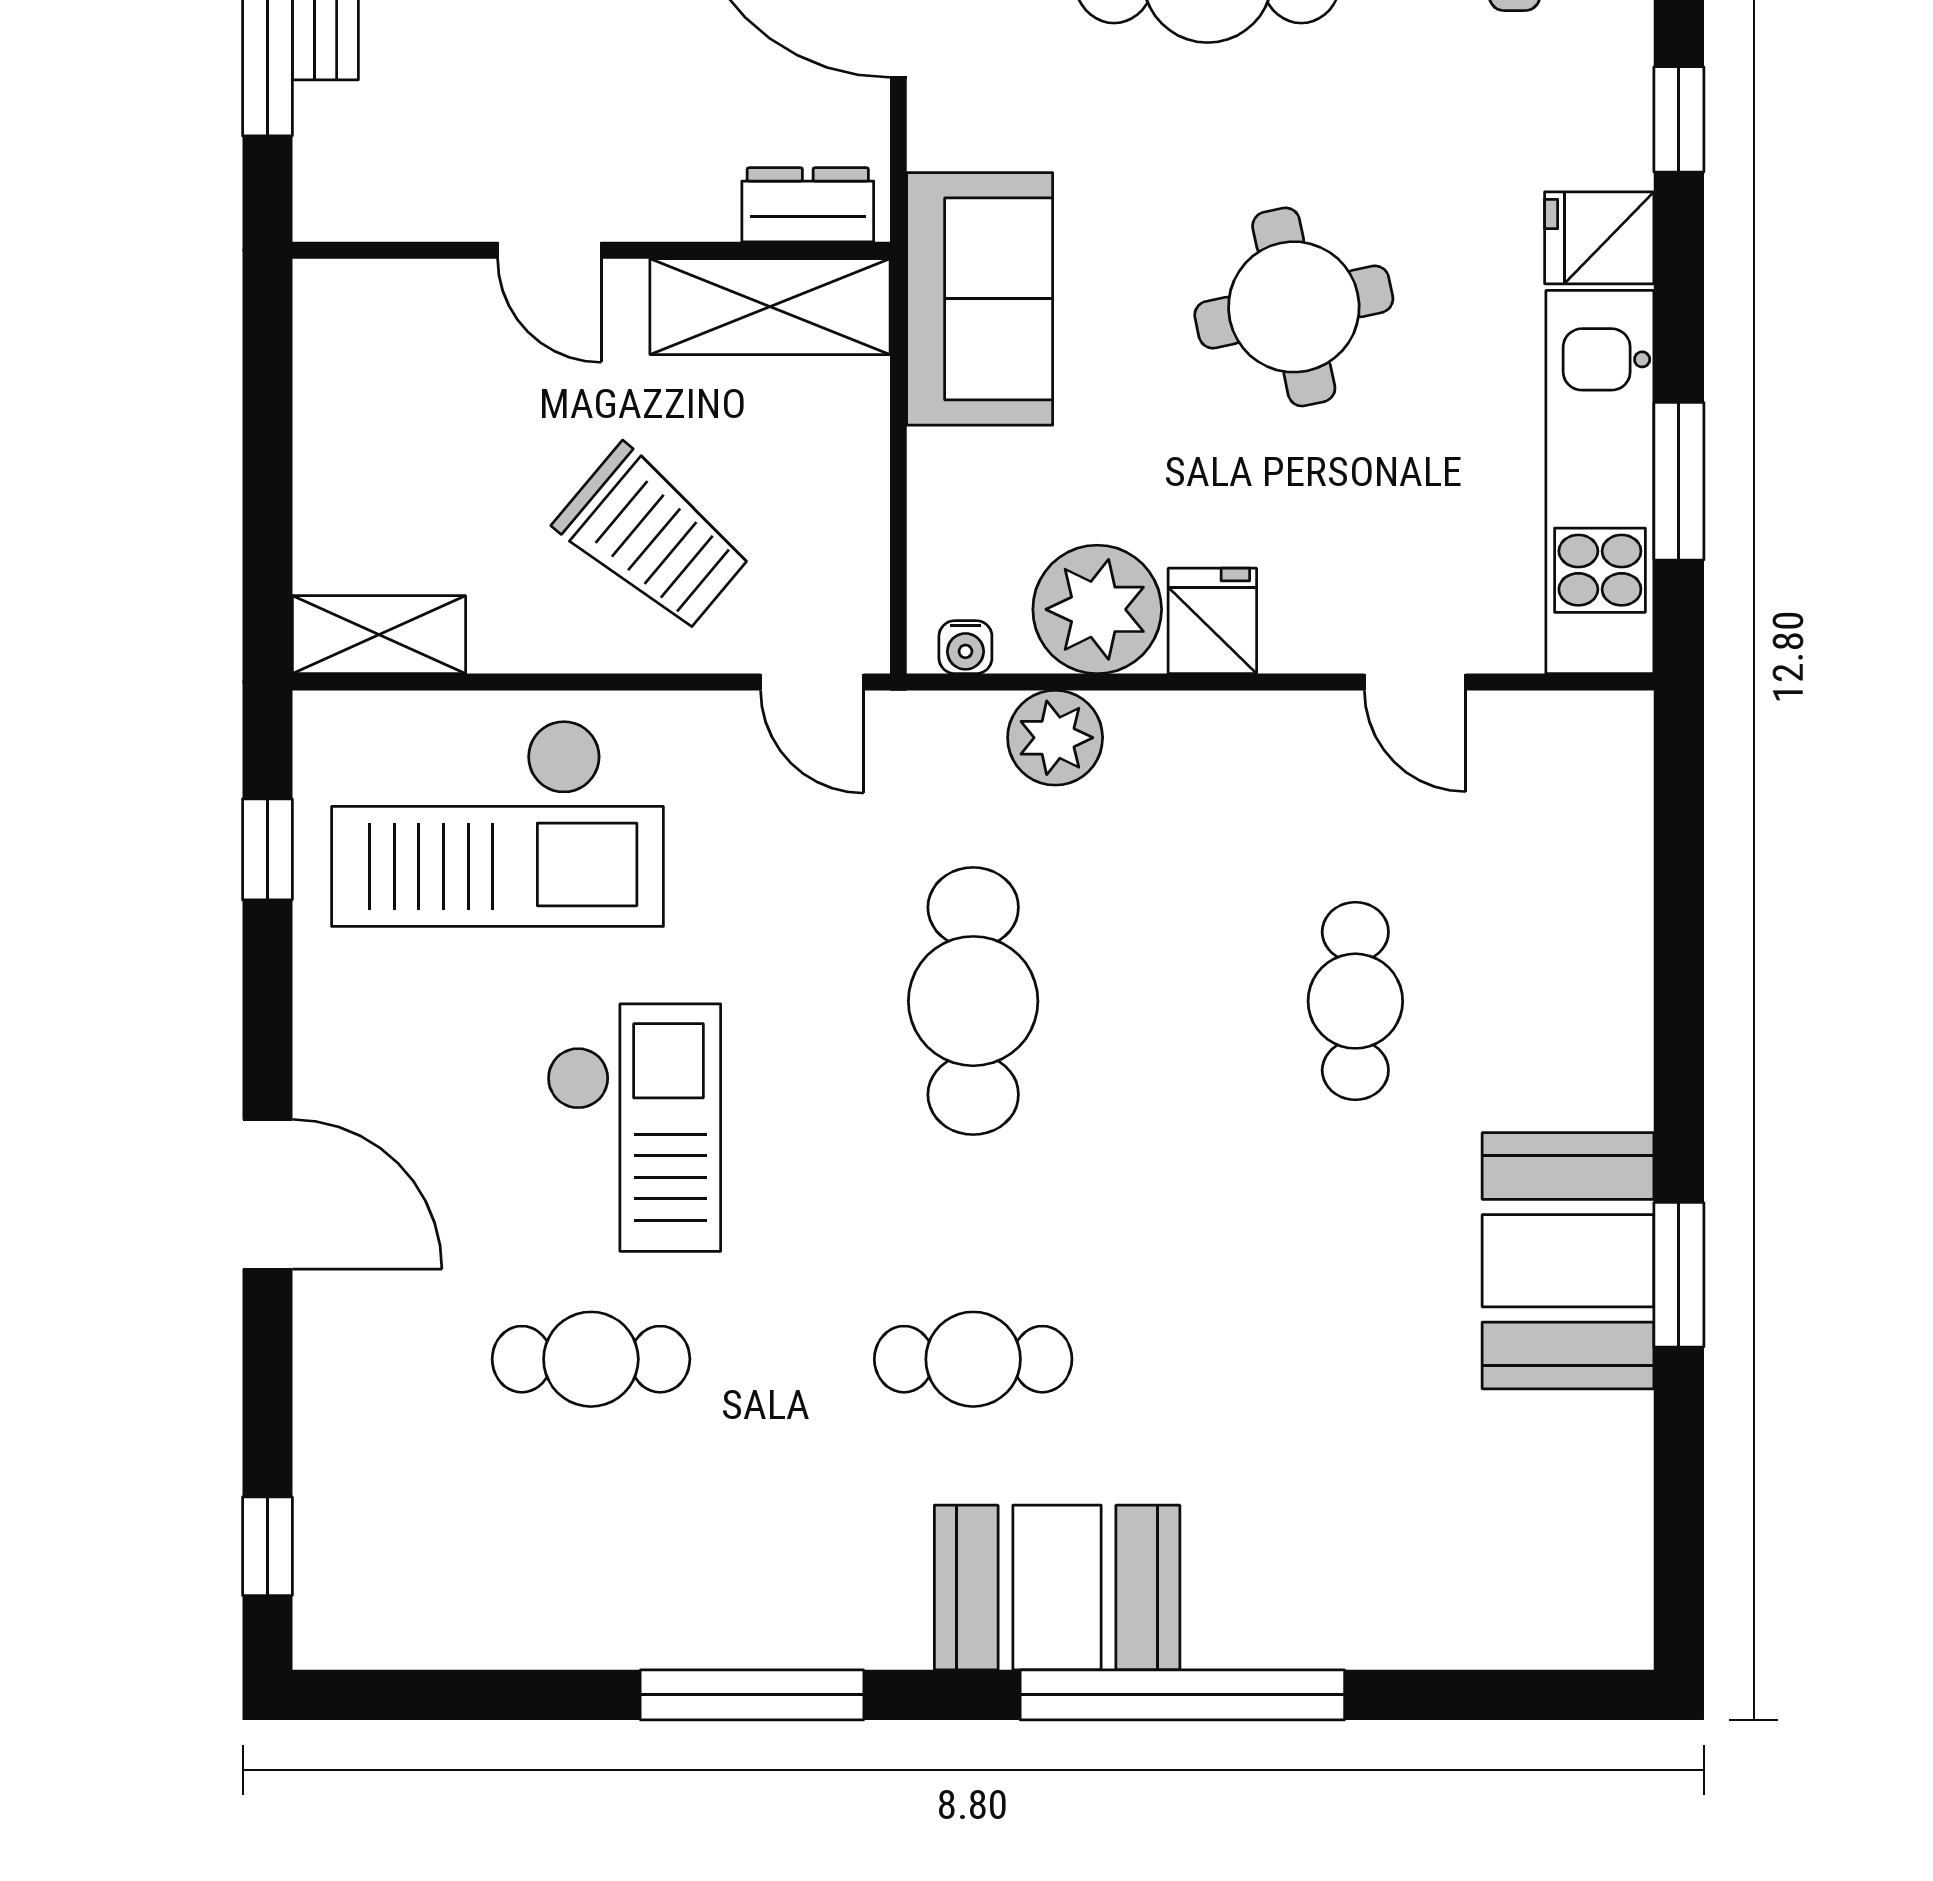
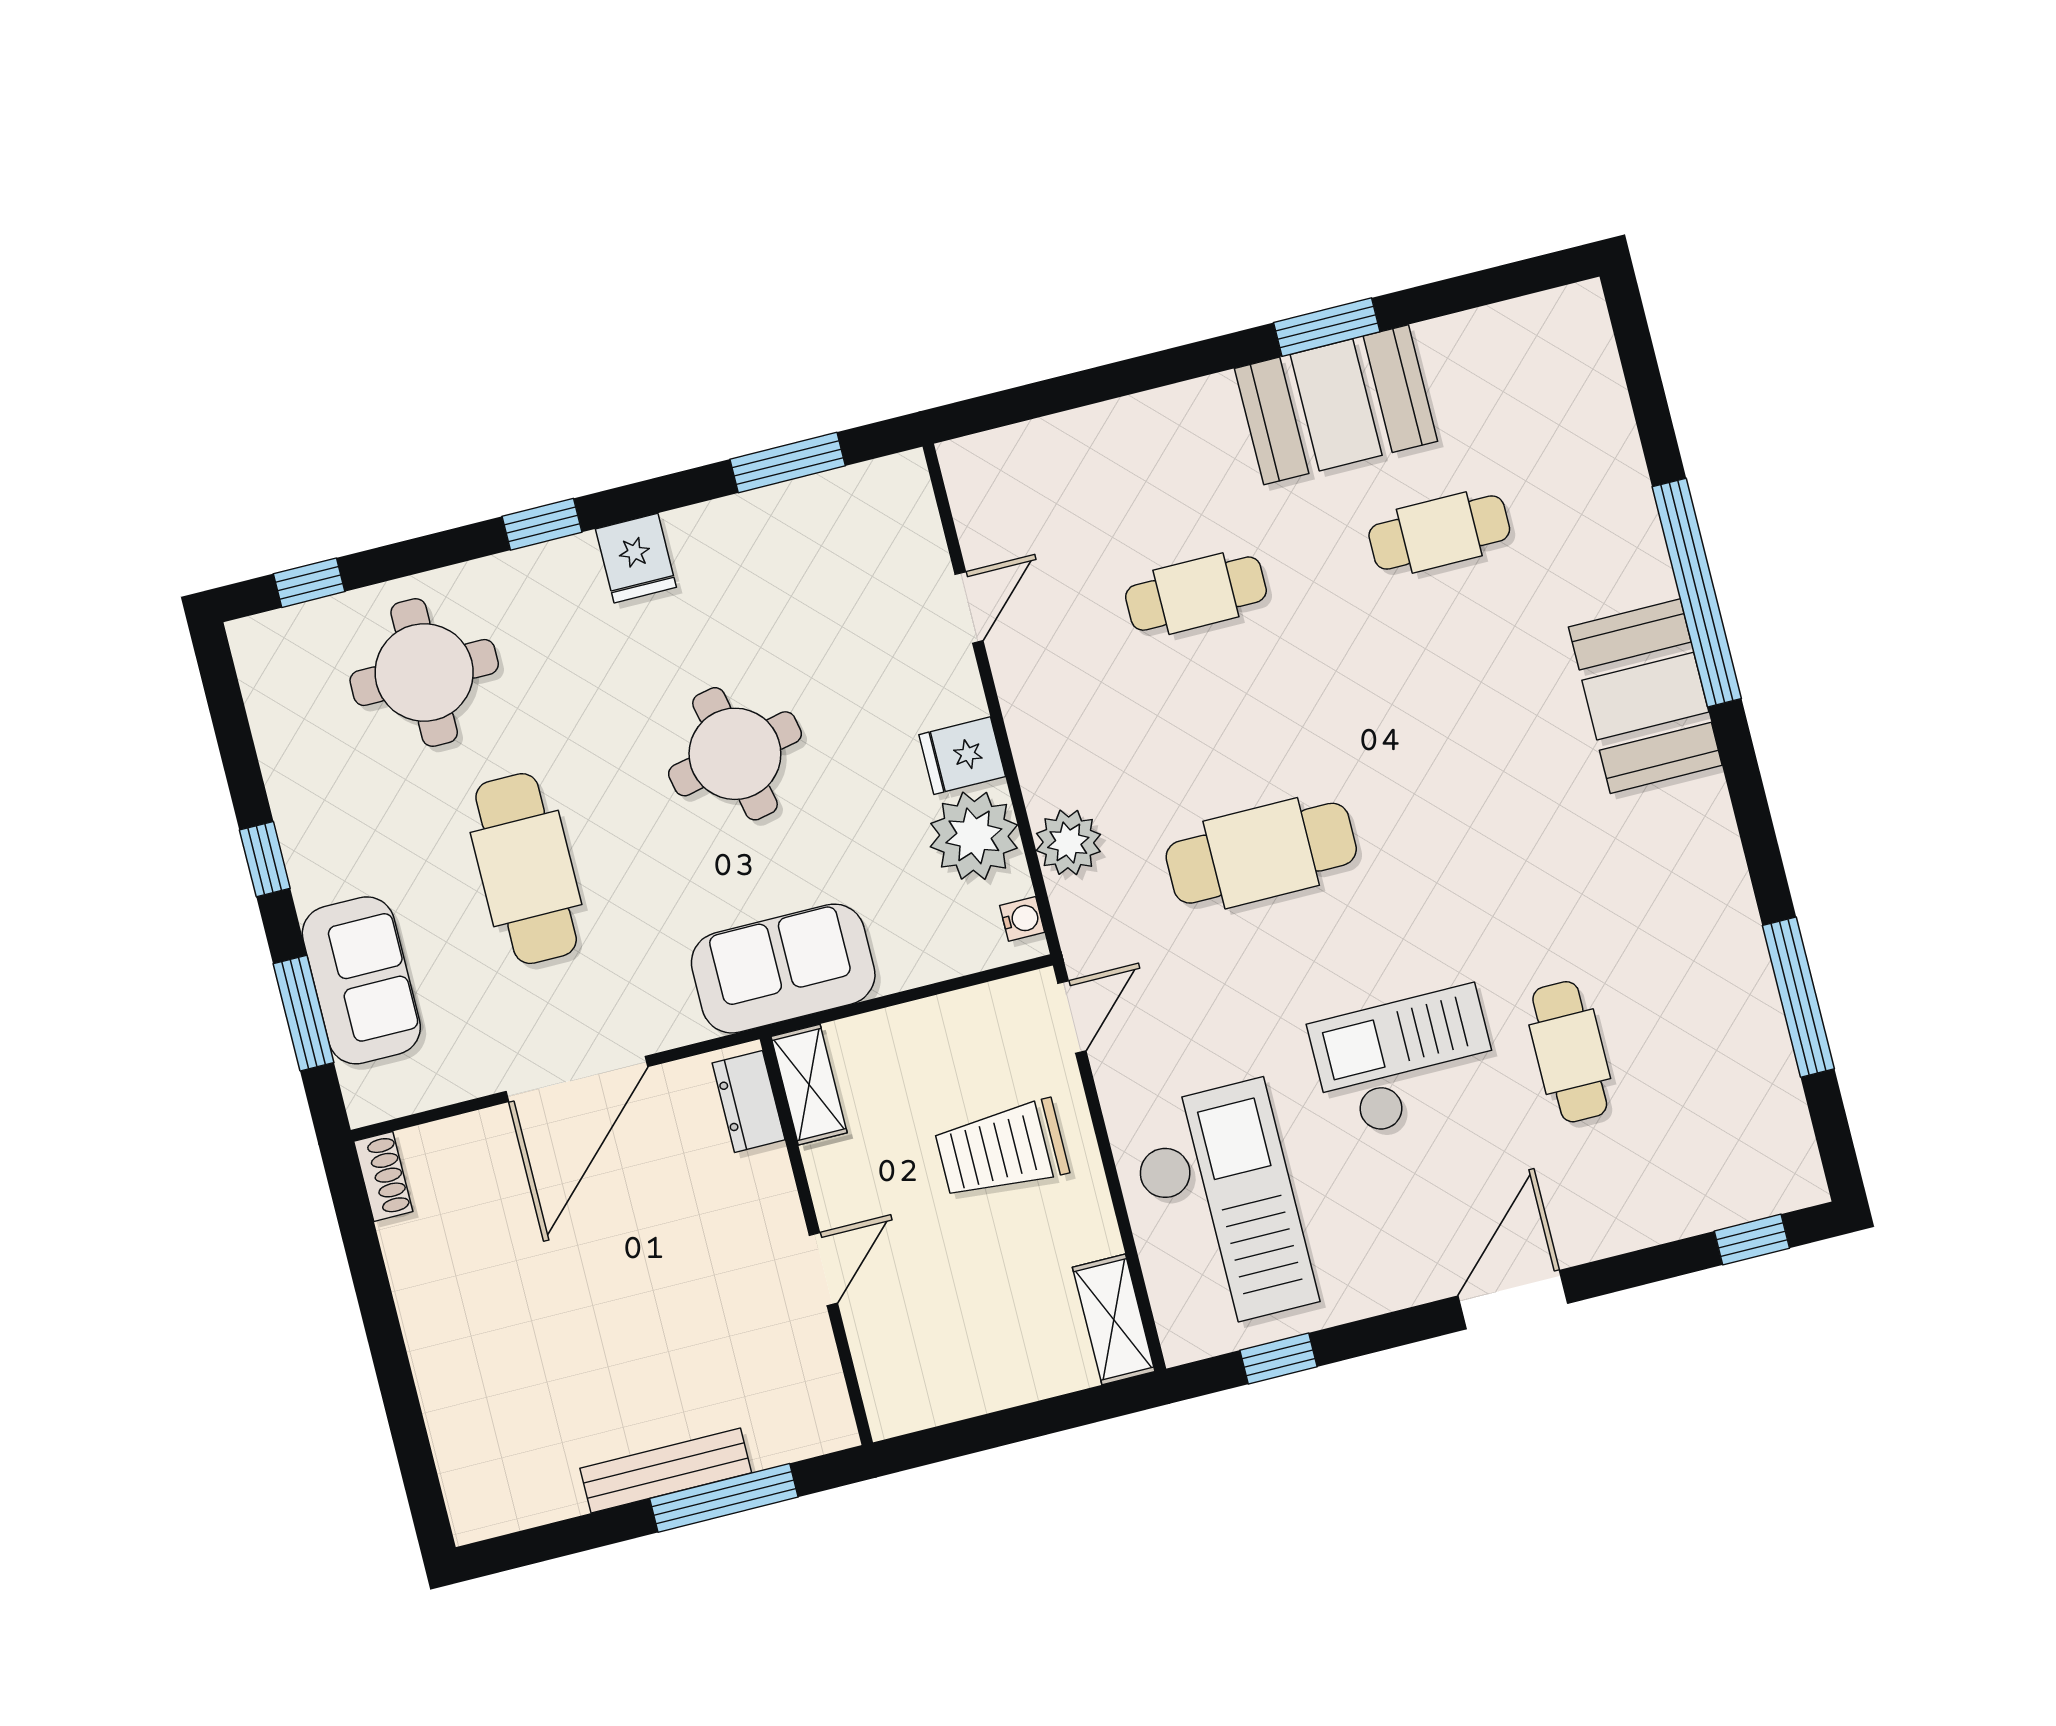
shelving: (770, 307) -> (809, 1085), width x0.67, depth x0.75
kitchen unit: (1600, 482) -> (802, 516), removed
trolley: (653, 538) -> (1002, 1150), turned -130
cafe table: (973, 1359) -> (1439, 532), moved, turned 90
window: (752, 1695) -> (1798, 997), moved

